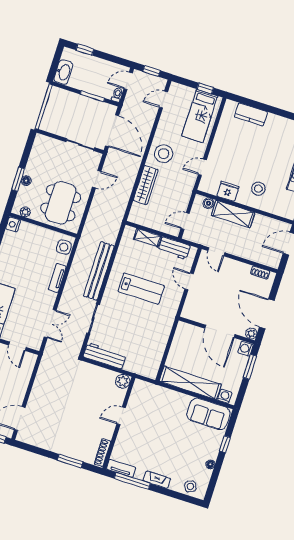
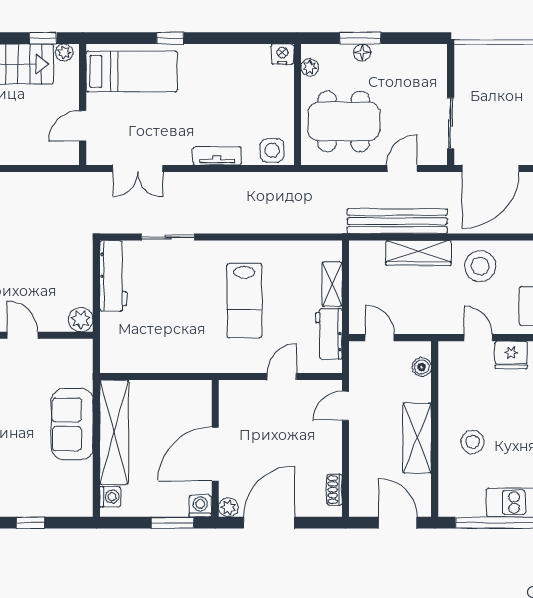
door: (97, 179) -> (402, 168), swing flipped
fridge: (228, 191) -> (511, 355), moved, turned 90
shelving: (233, 214) -> (417, 438), moved
bench: (99, 271) -> (397, 221), moved
sofa: (208, 414) -> (72, 424), moved

